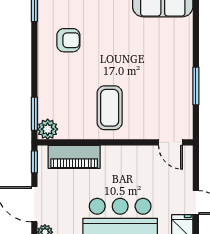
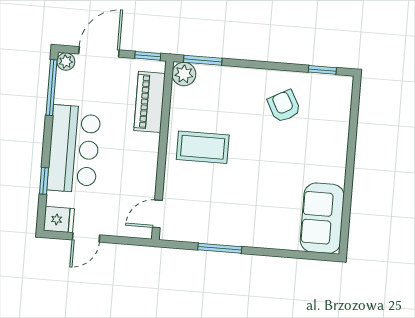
armchair: (68, 40) -> (284, 106), turned 152

